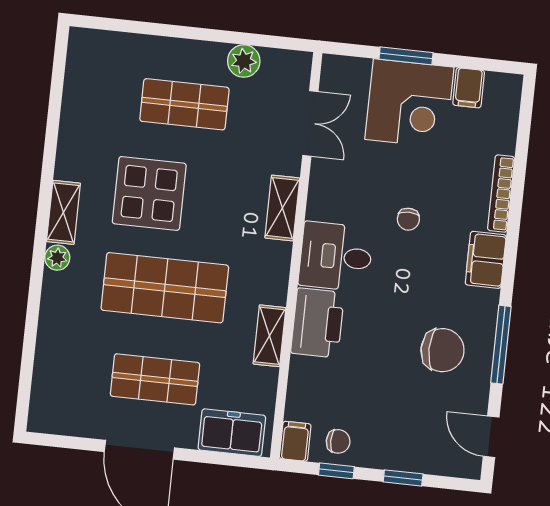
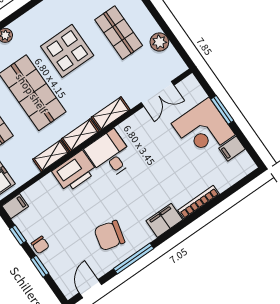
shelving: (63, 212) -> (80, 135), moved
chair: (408, 219) -> (153, 172), removed
chair: (442, 350) -> (109, 235), turned 104
chair: (338, 441) -> (40, 245), moved

